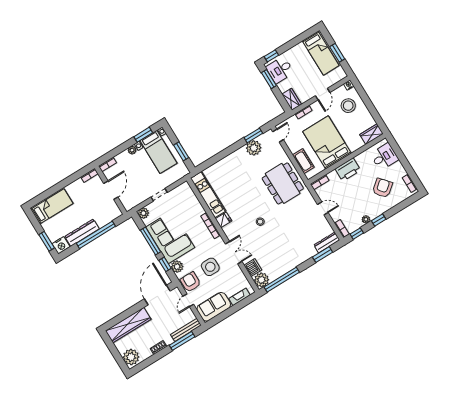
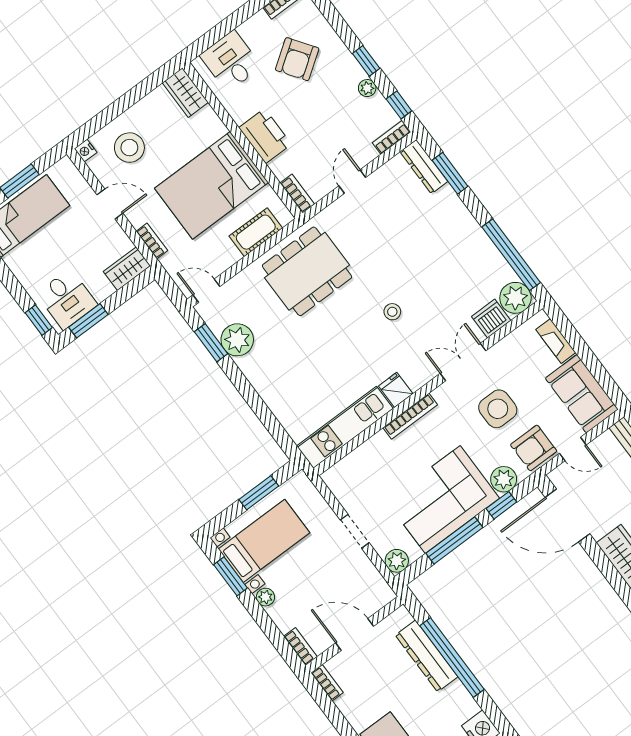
armchair: (382, 188) -> (297, 59), turned -85
dresser: (82, 233) -> (427, 656), moved

